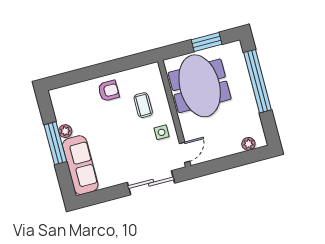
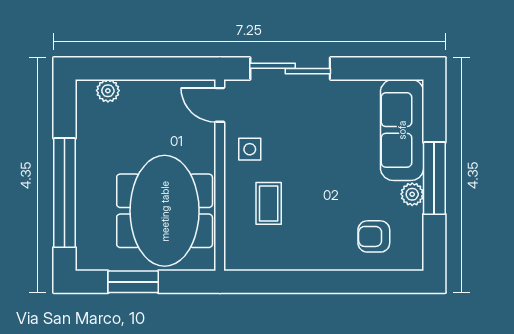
armchair: (109, 91) -> (374, 236), moved
door: (185, 152) -> (220, 105), hinge flipped

